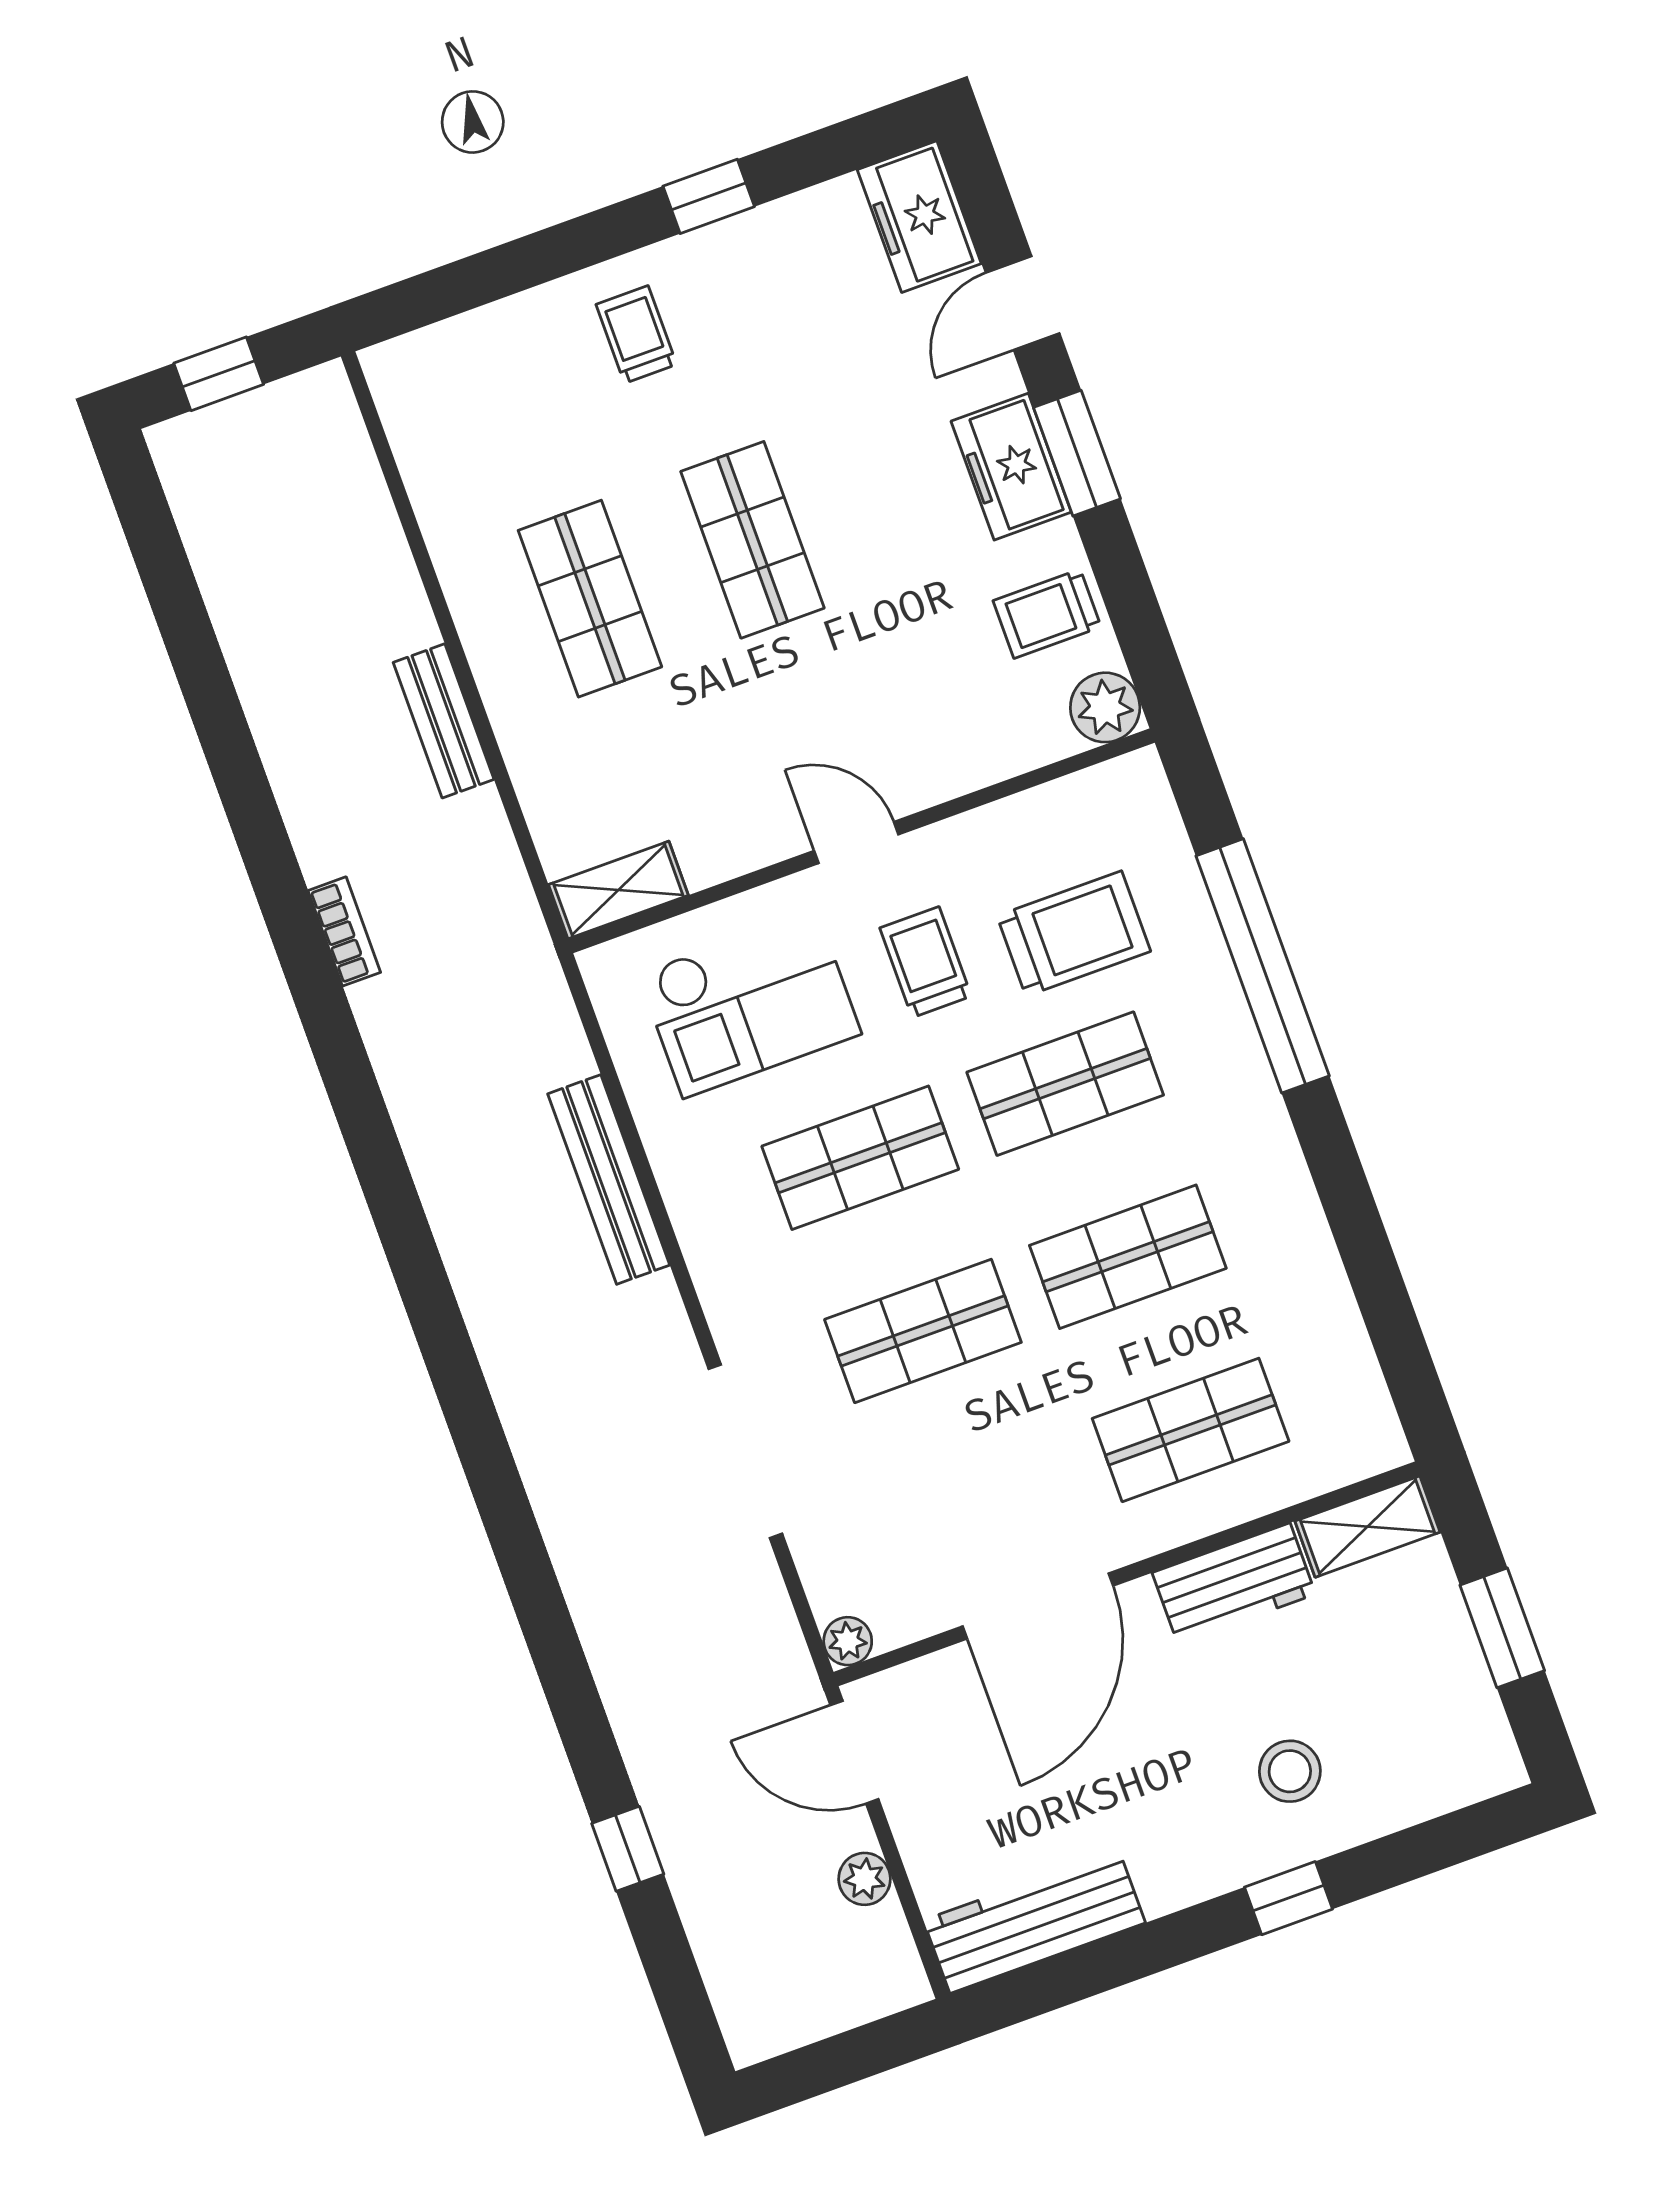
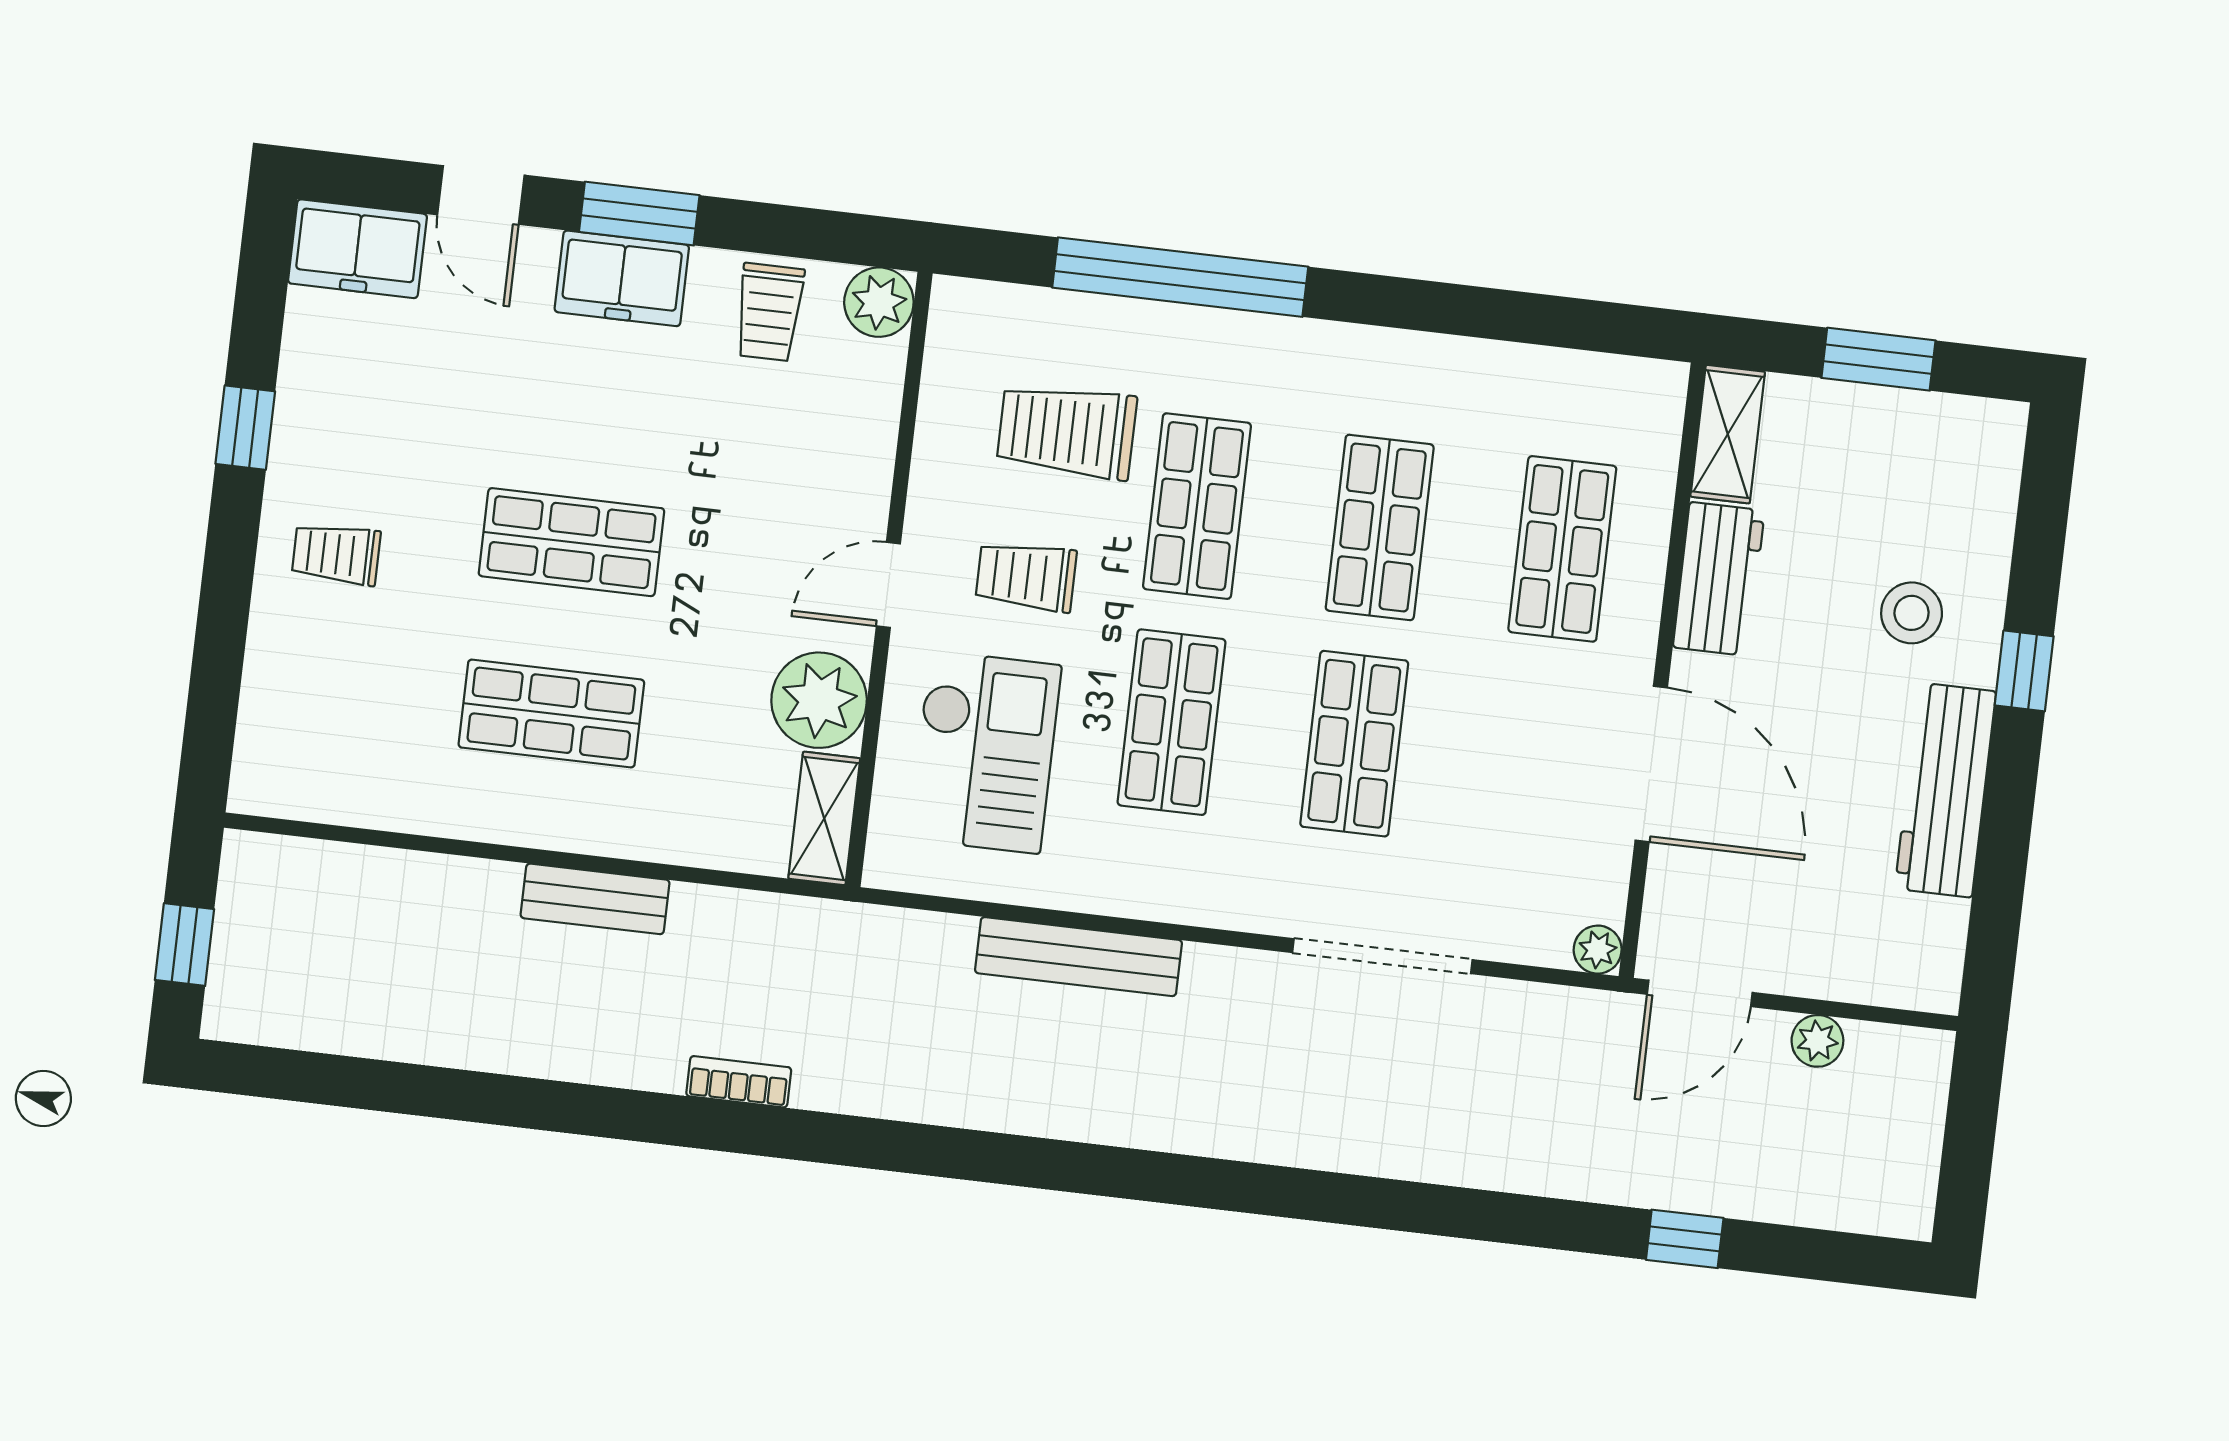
plant: (722, 832) -> (819, 700), added
trolley: (1074, 934) -> (1067, 431), turned -90
workbench: (1034, 1921) -> (1945, 790), moved

